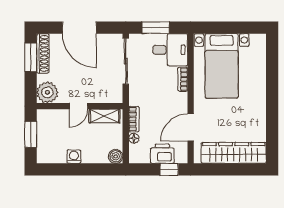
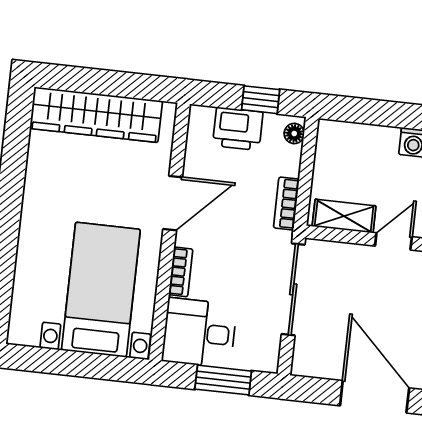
sliding door: (126, 61) -> (293, 289), moved
door: (191, 128) -> (173, 203), moved
floor lamp: (134, 138) -> (294, 134), moved
boiler: (116, 156) -> (331, 134), removed
window: (169, 169) -> (261, 100), moved

